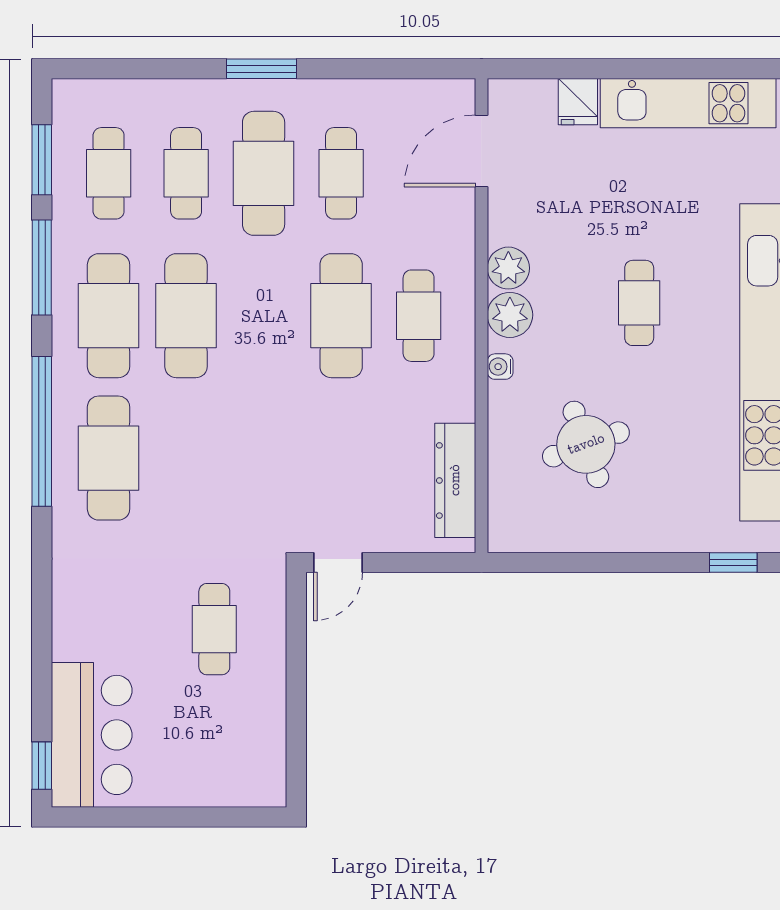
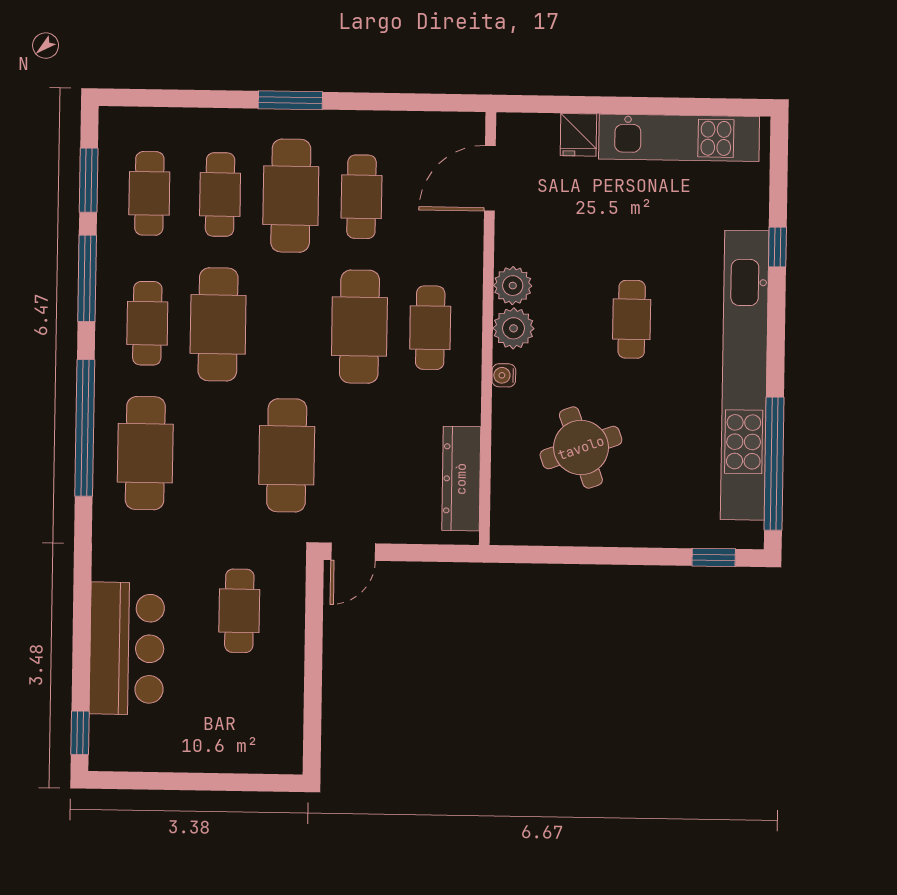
cafe table: (109, 316) -> (147, 323), width x0.73, depth x0.74
cafe table: (264, 458) -> (287, 455), added
bar counter: (92, 735) -> (127, 648), moved

